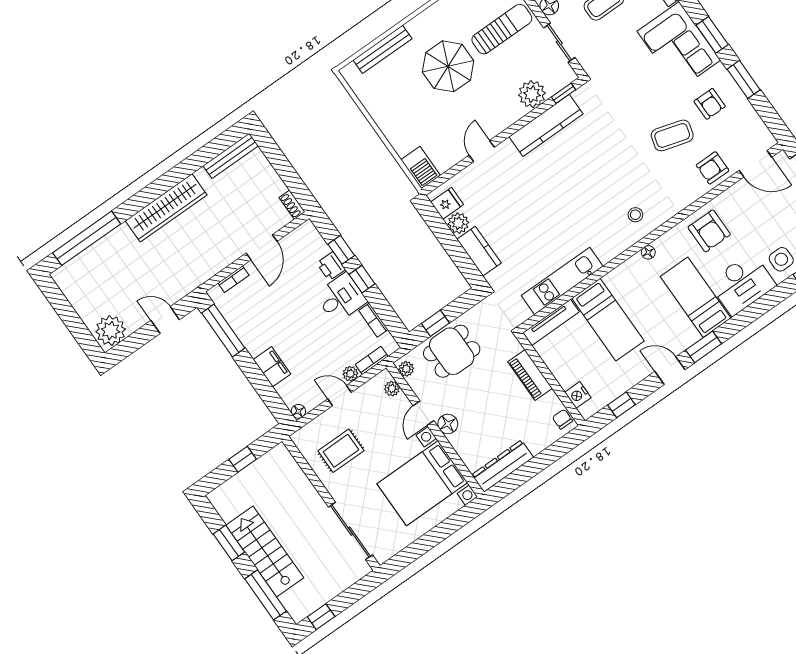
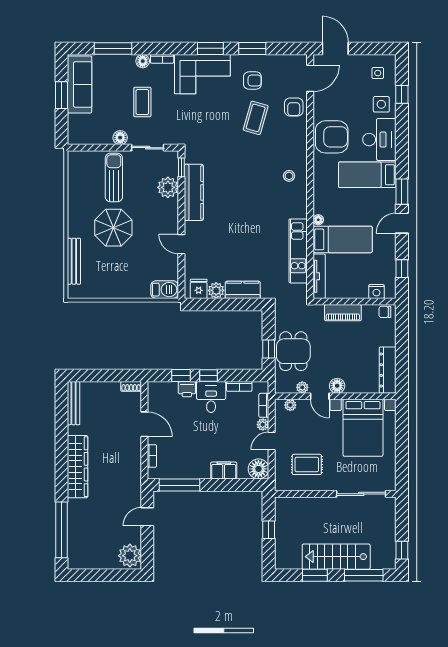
armchair: (709, 231) -> (332, 137), width x1.36, depth x1.36
floor lamp: (648, 252) -> (318, 220), moved
plant: (406, 369) -> (302, 387), moved
floor lamp: (298, 411) -> (258, 469), width x1.89, depth x1.89
rug: (341, 451) -> (307, 464), turned 90

